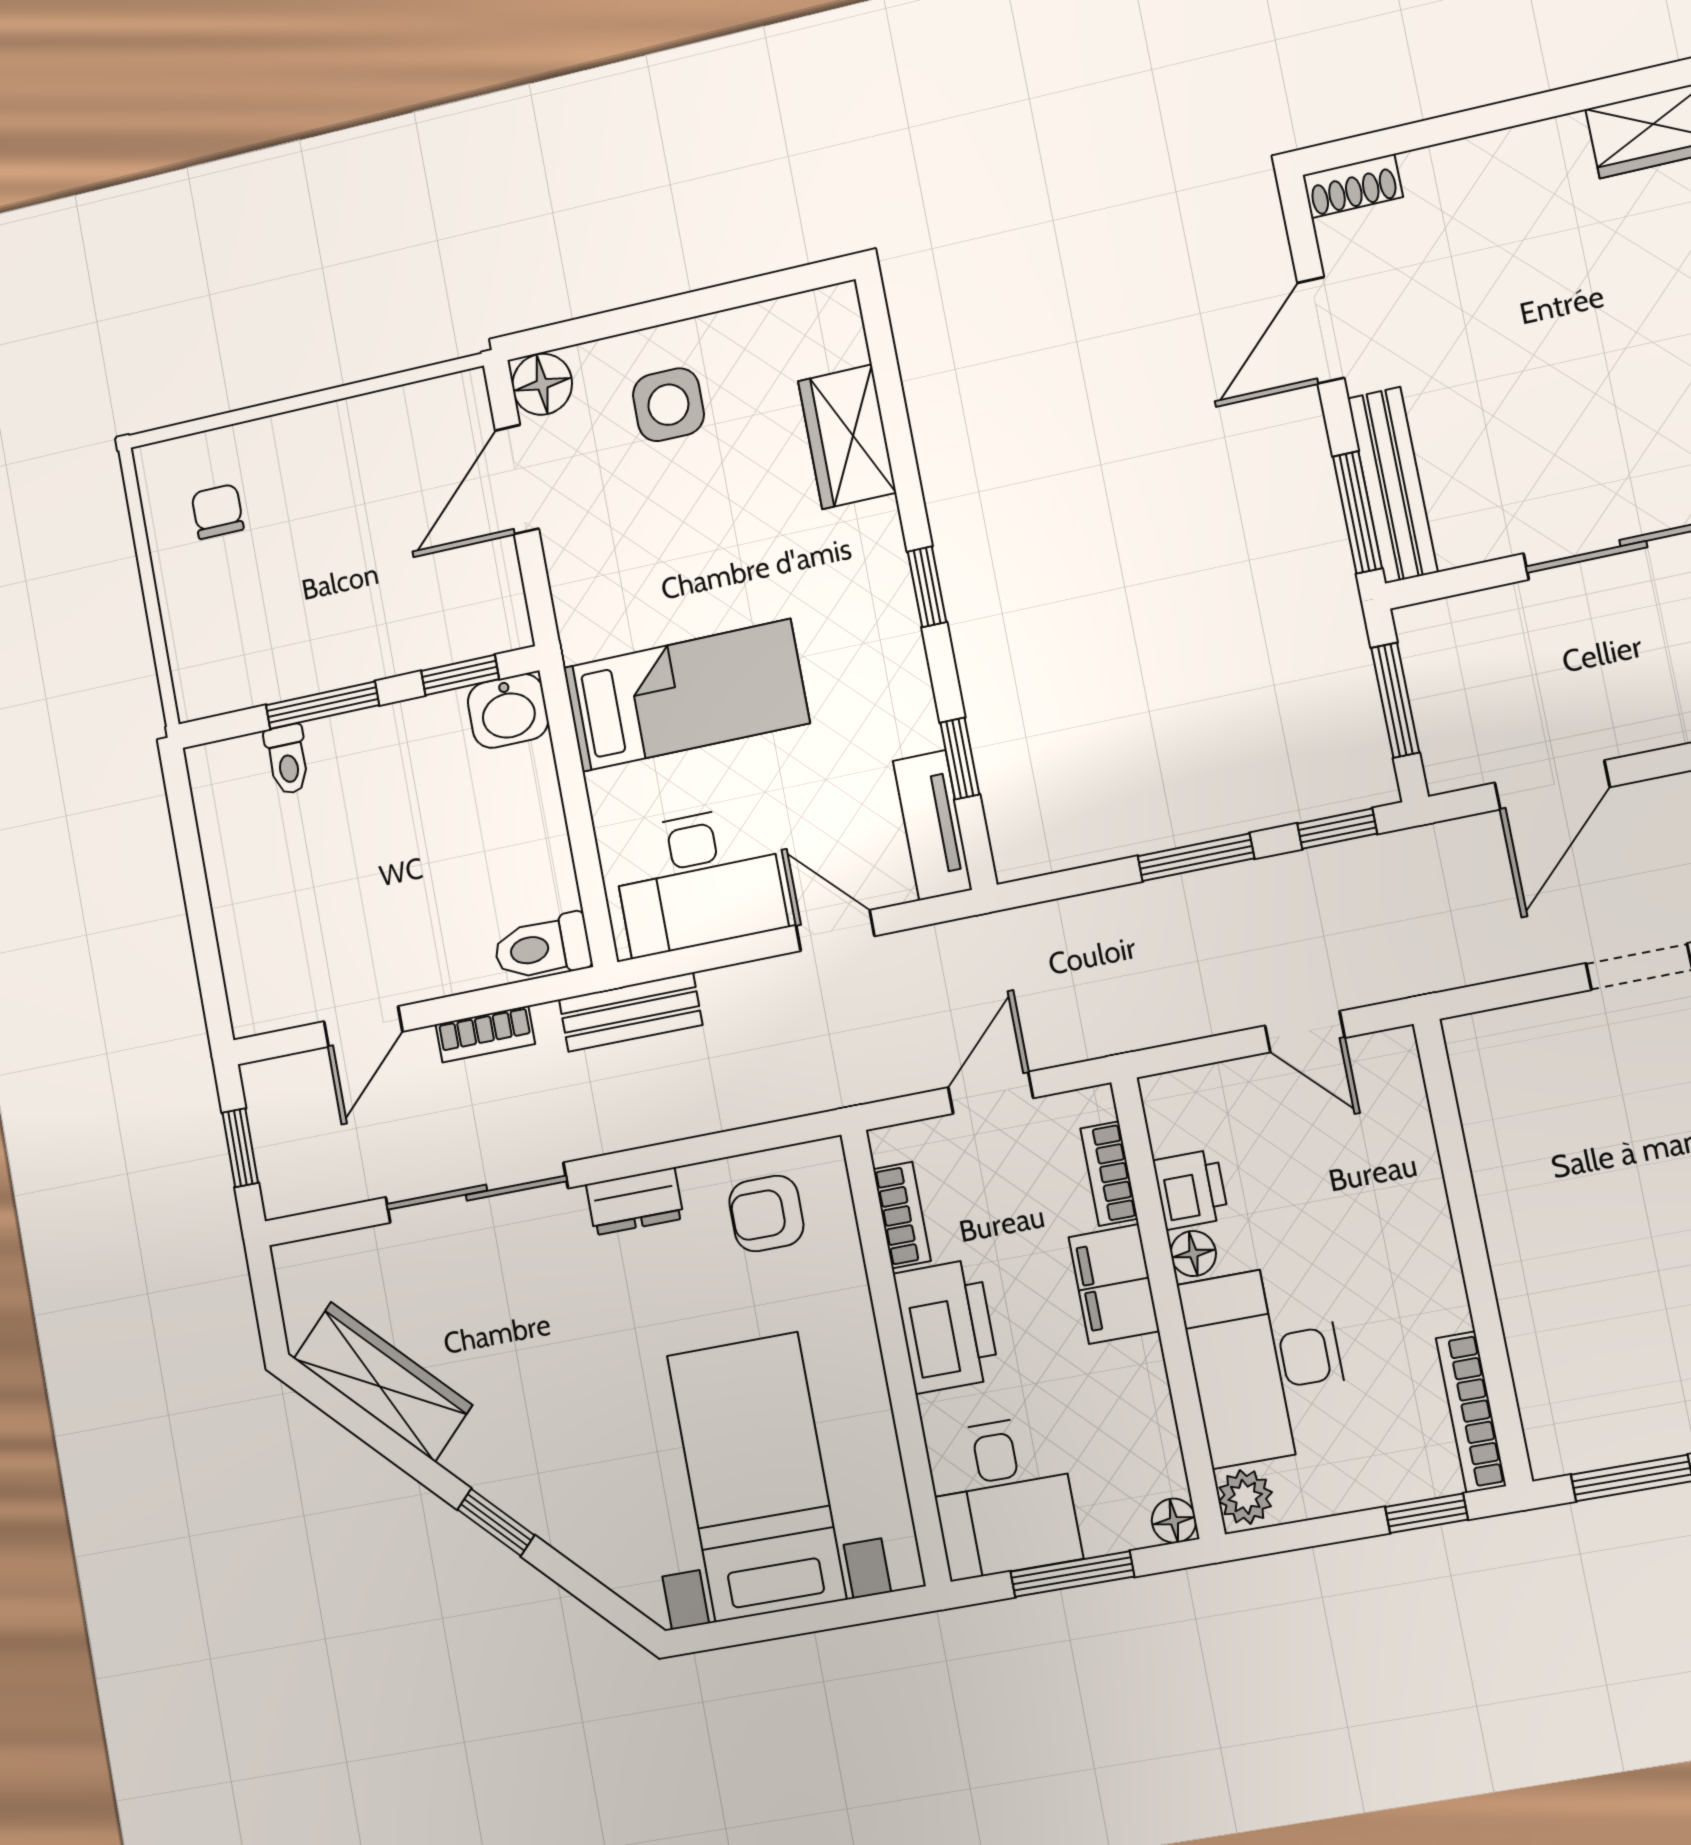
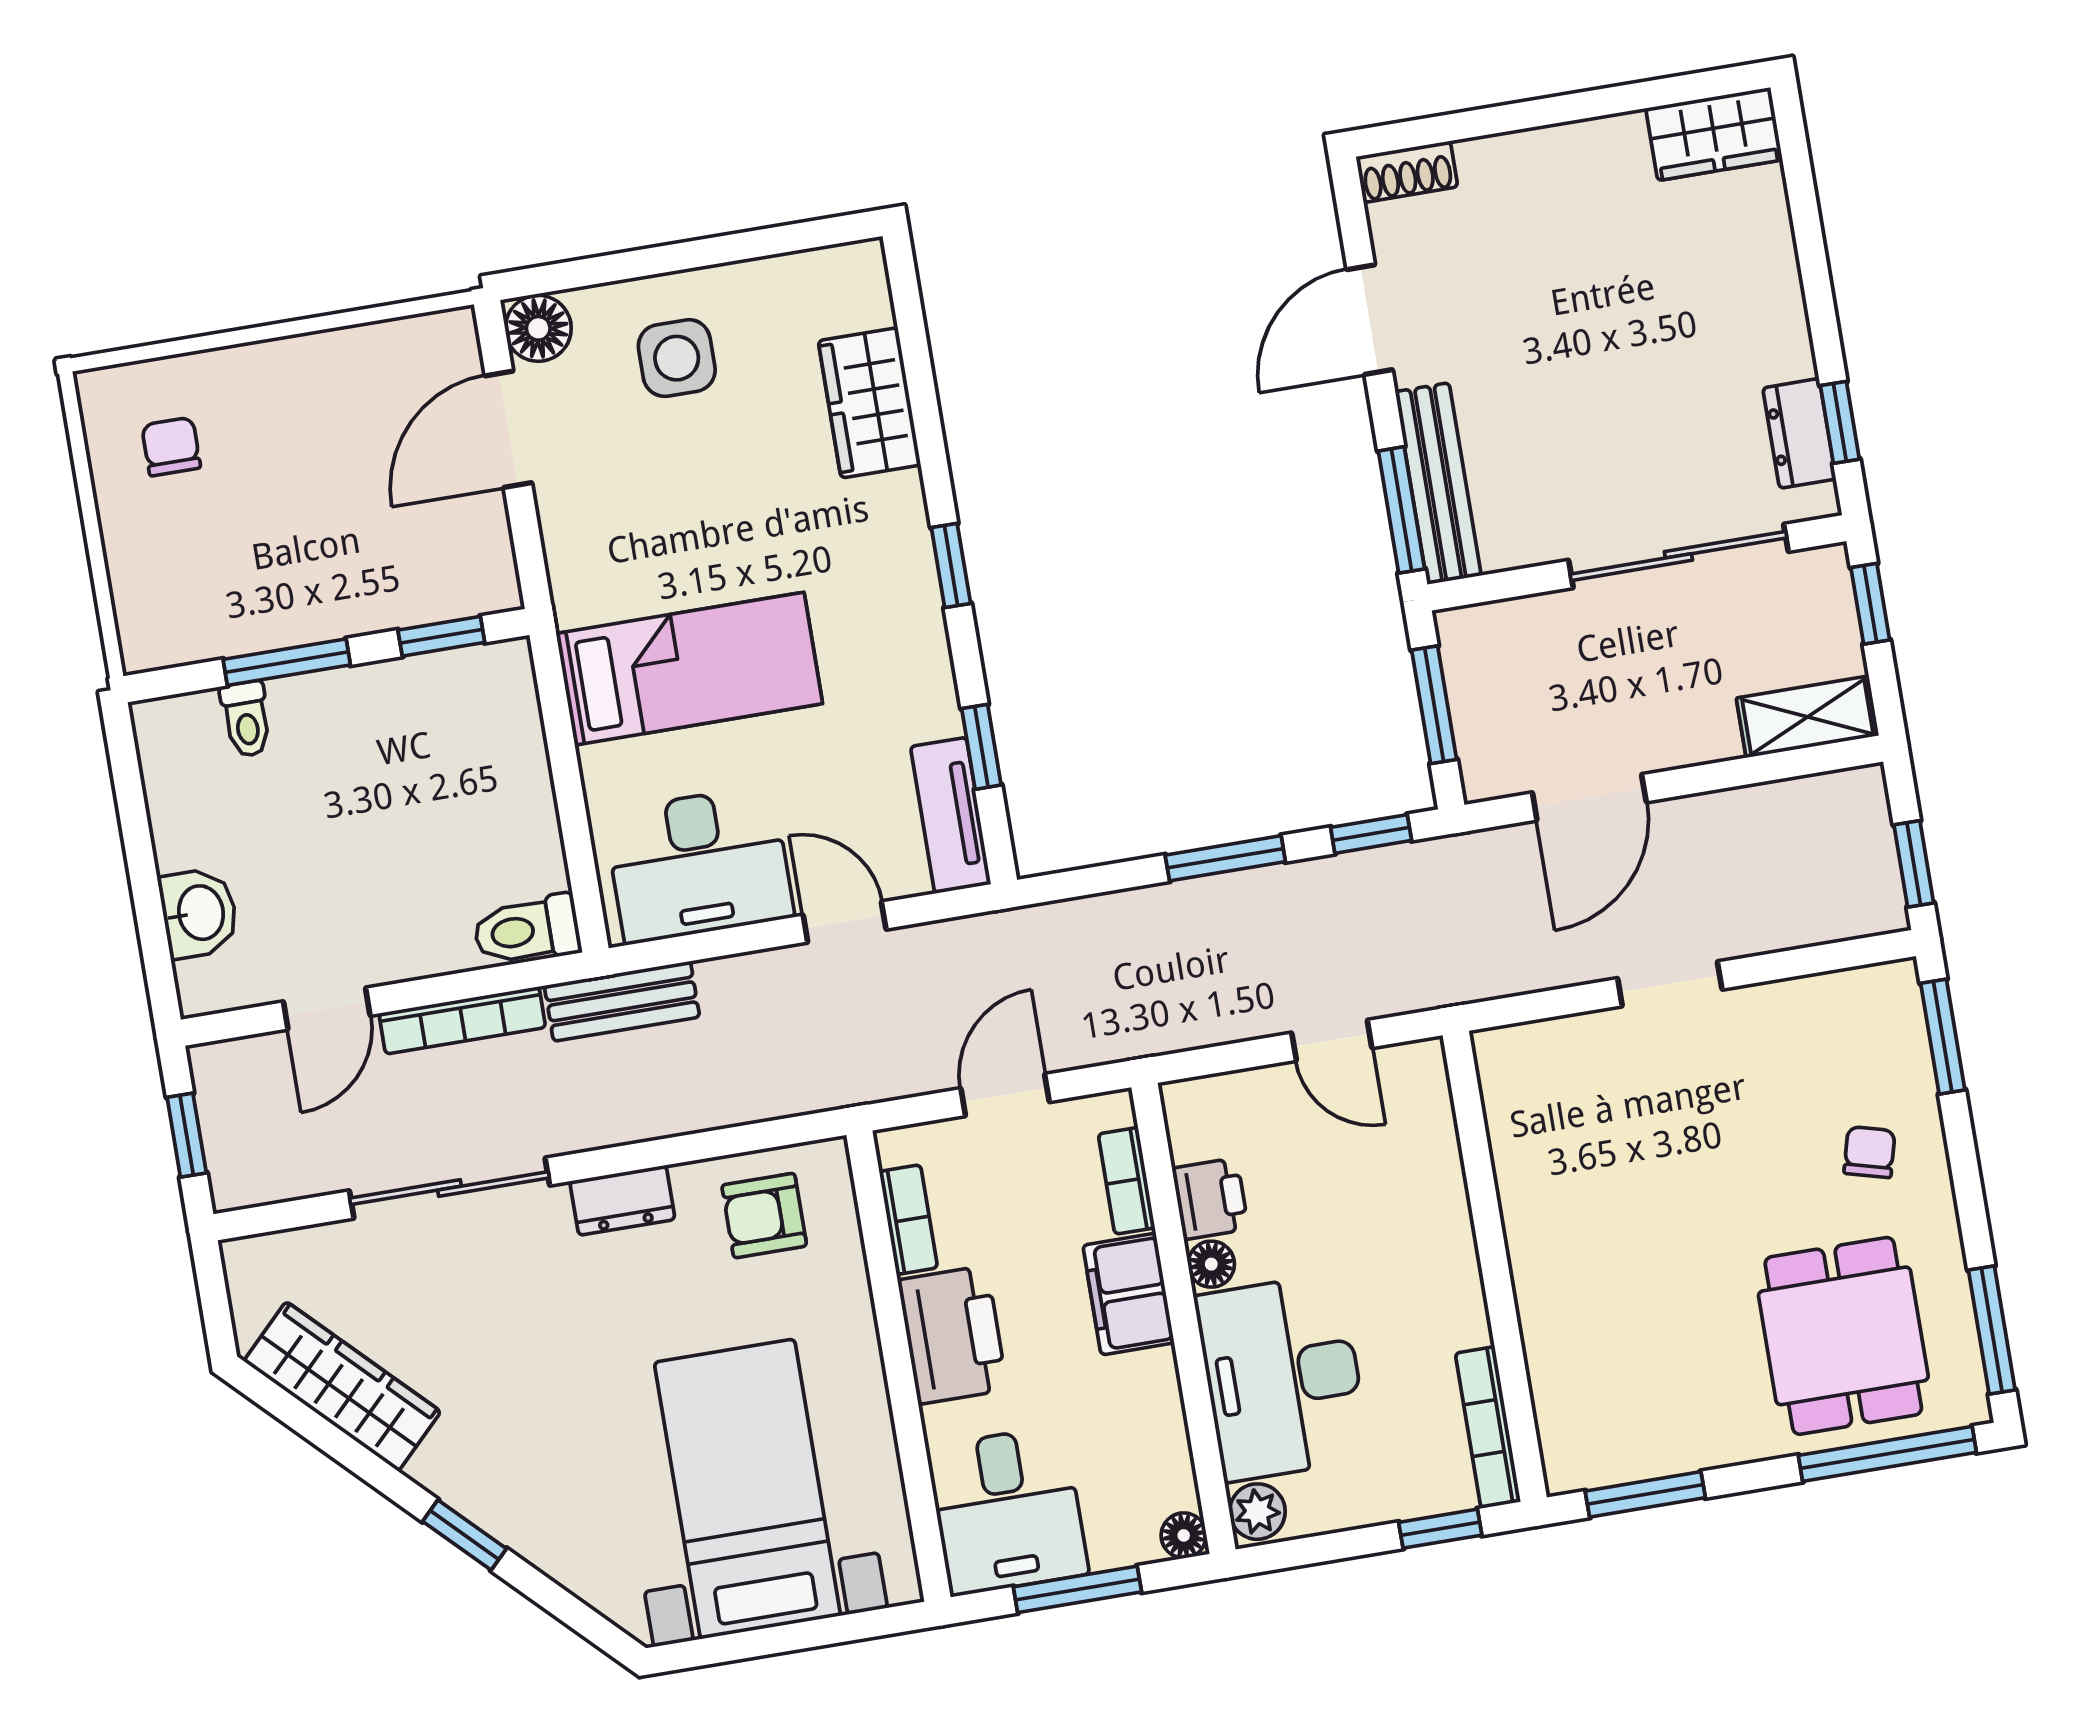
washbasin: (508, 711) -> (199, 913), moved, turned -90
bookcase: (485, 1034) -> (462, 1020), width x1.56

